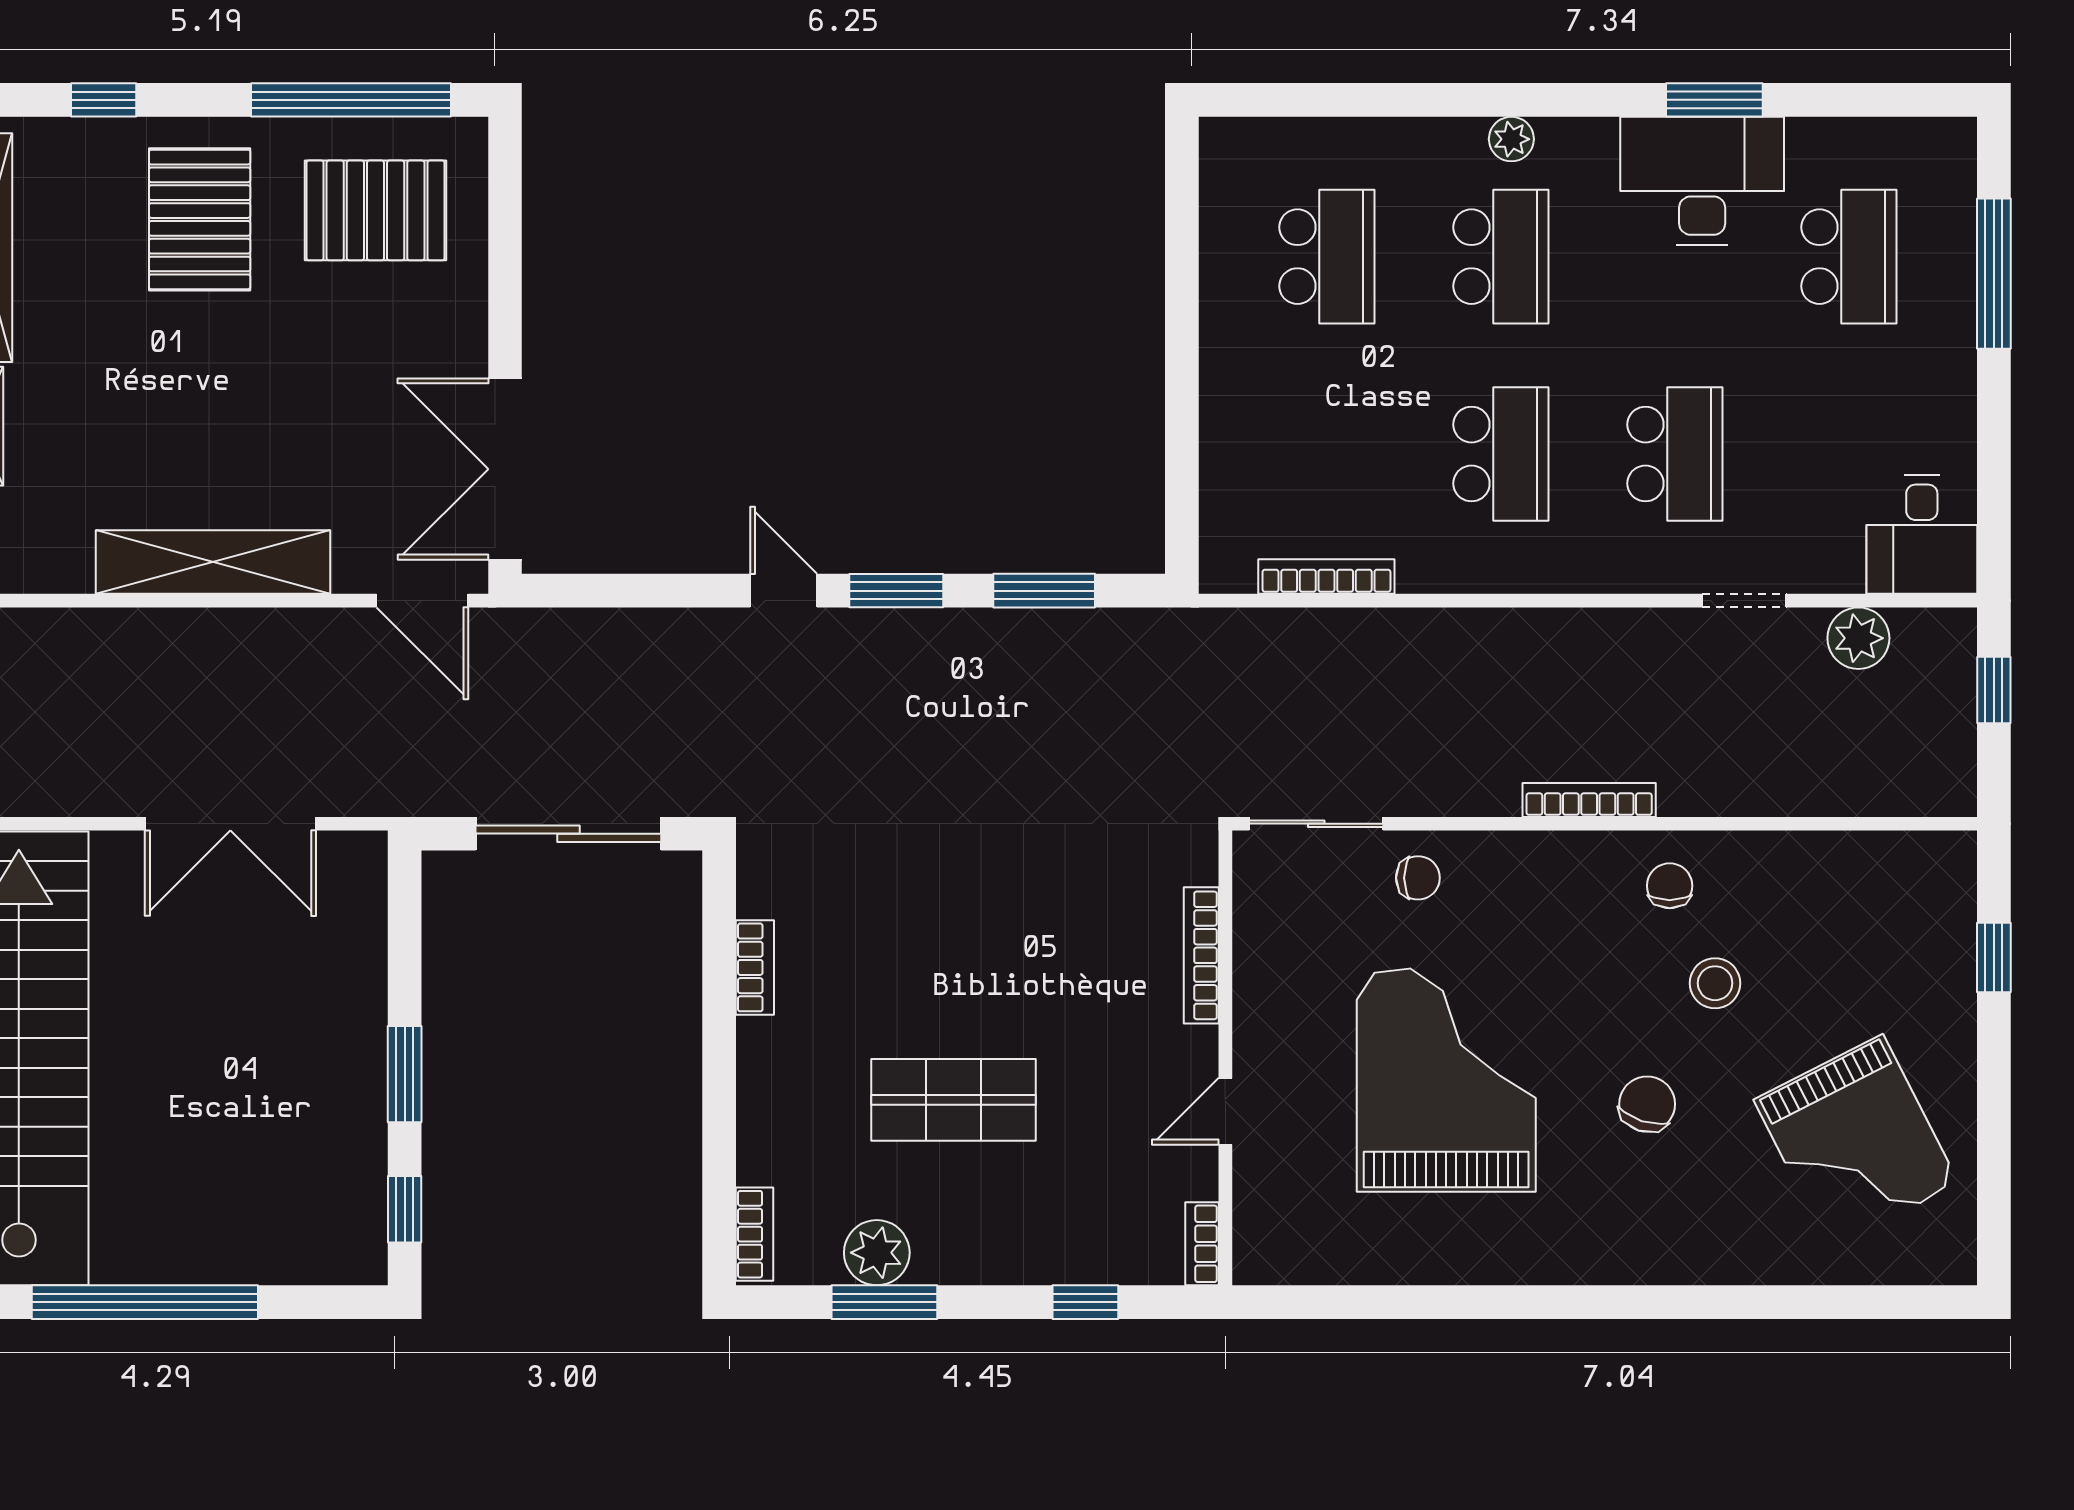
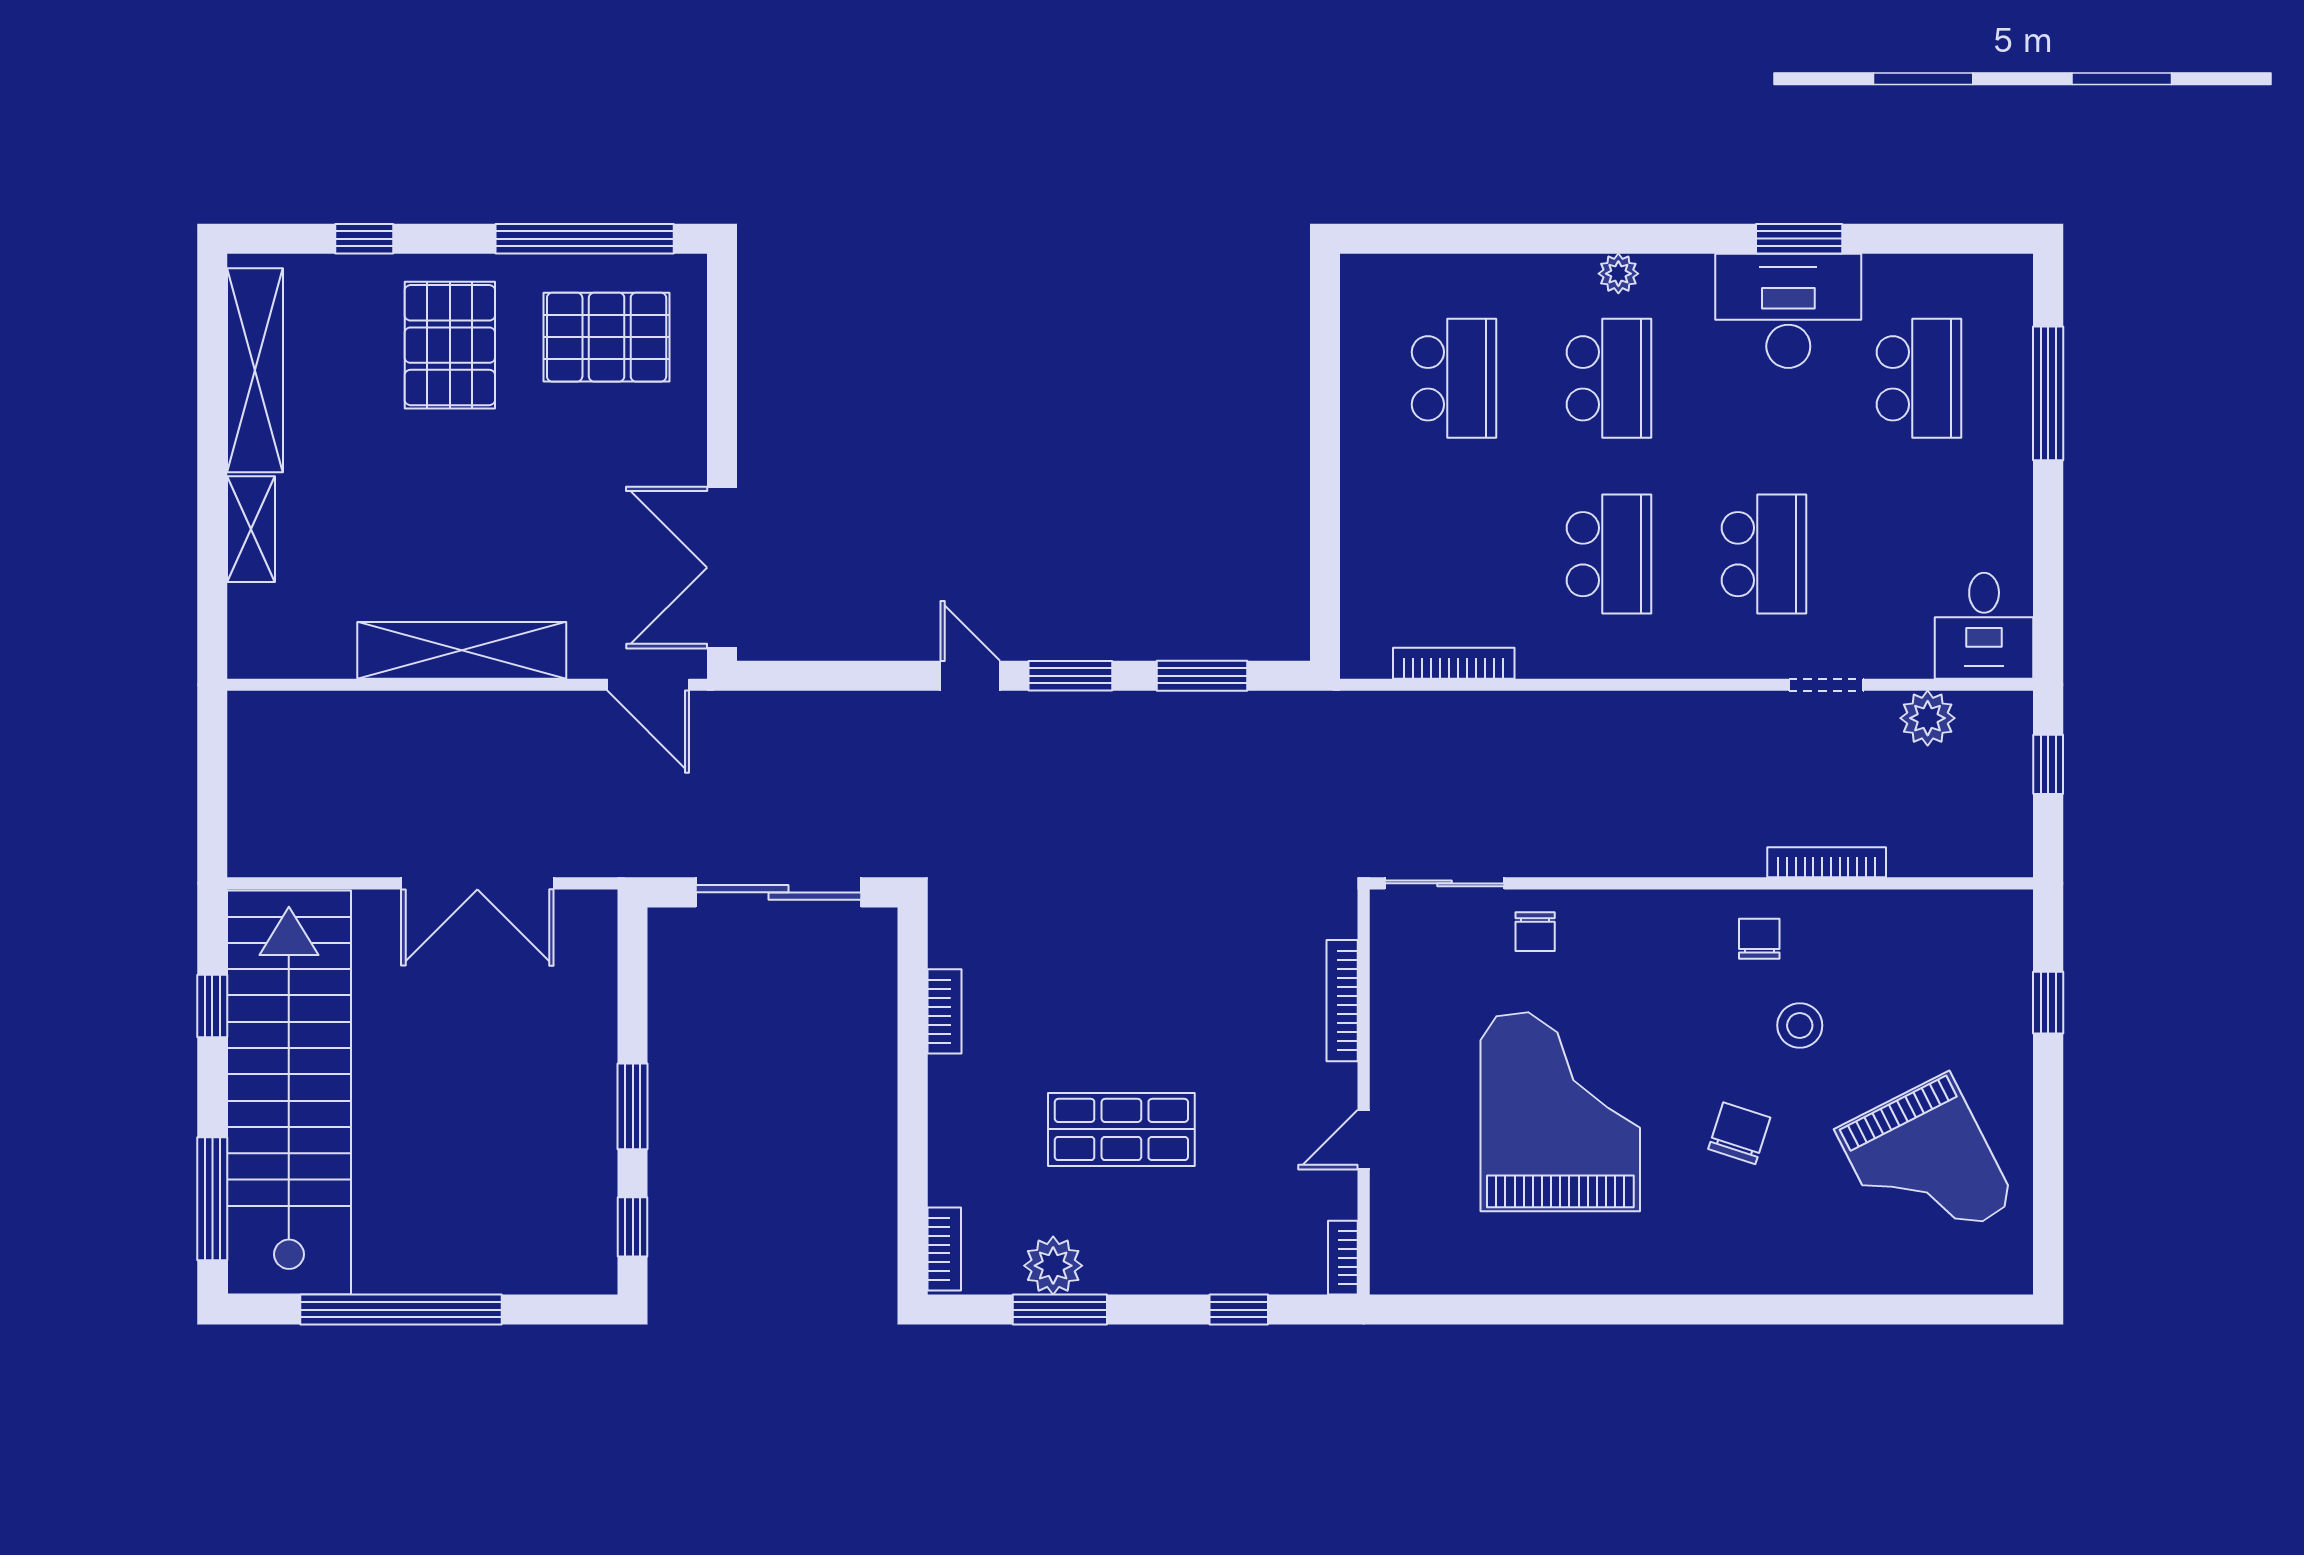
bookcase: (1589, 800) -> (1827, 862), moved
chair: (1418, 878) -> (1535, 932), turned 90

